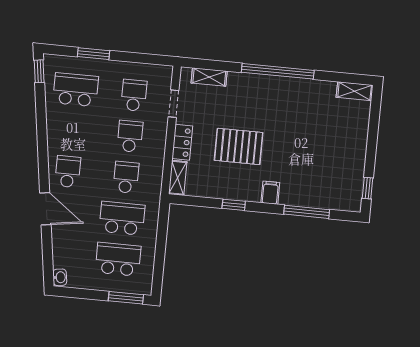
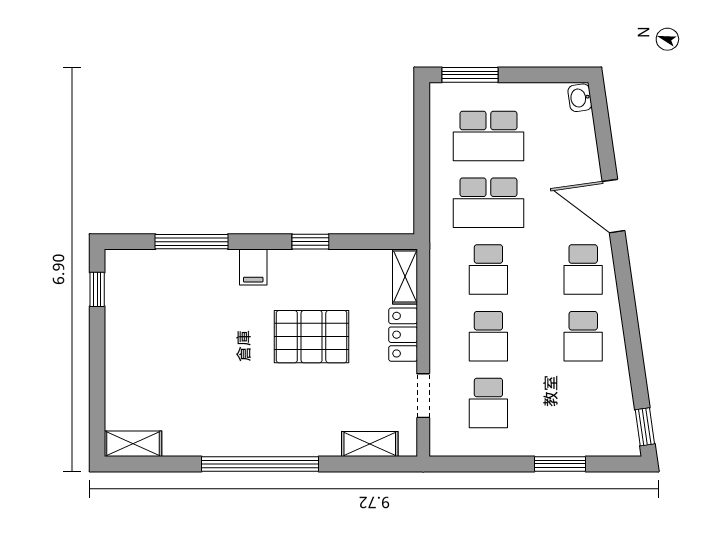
school desk: (76, 90) -> (583, 336), moved, width x0.54

